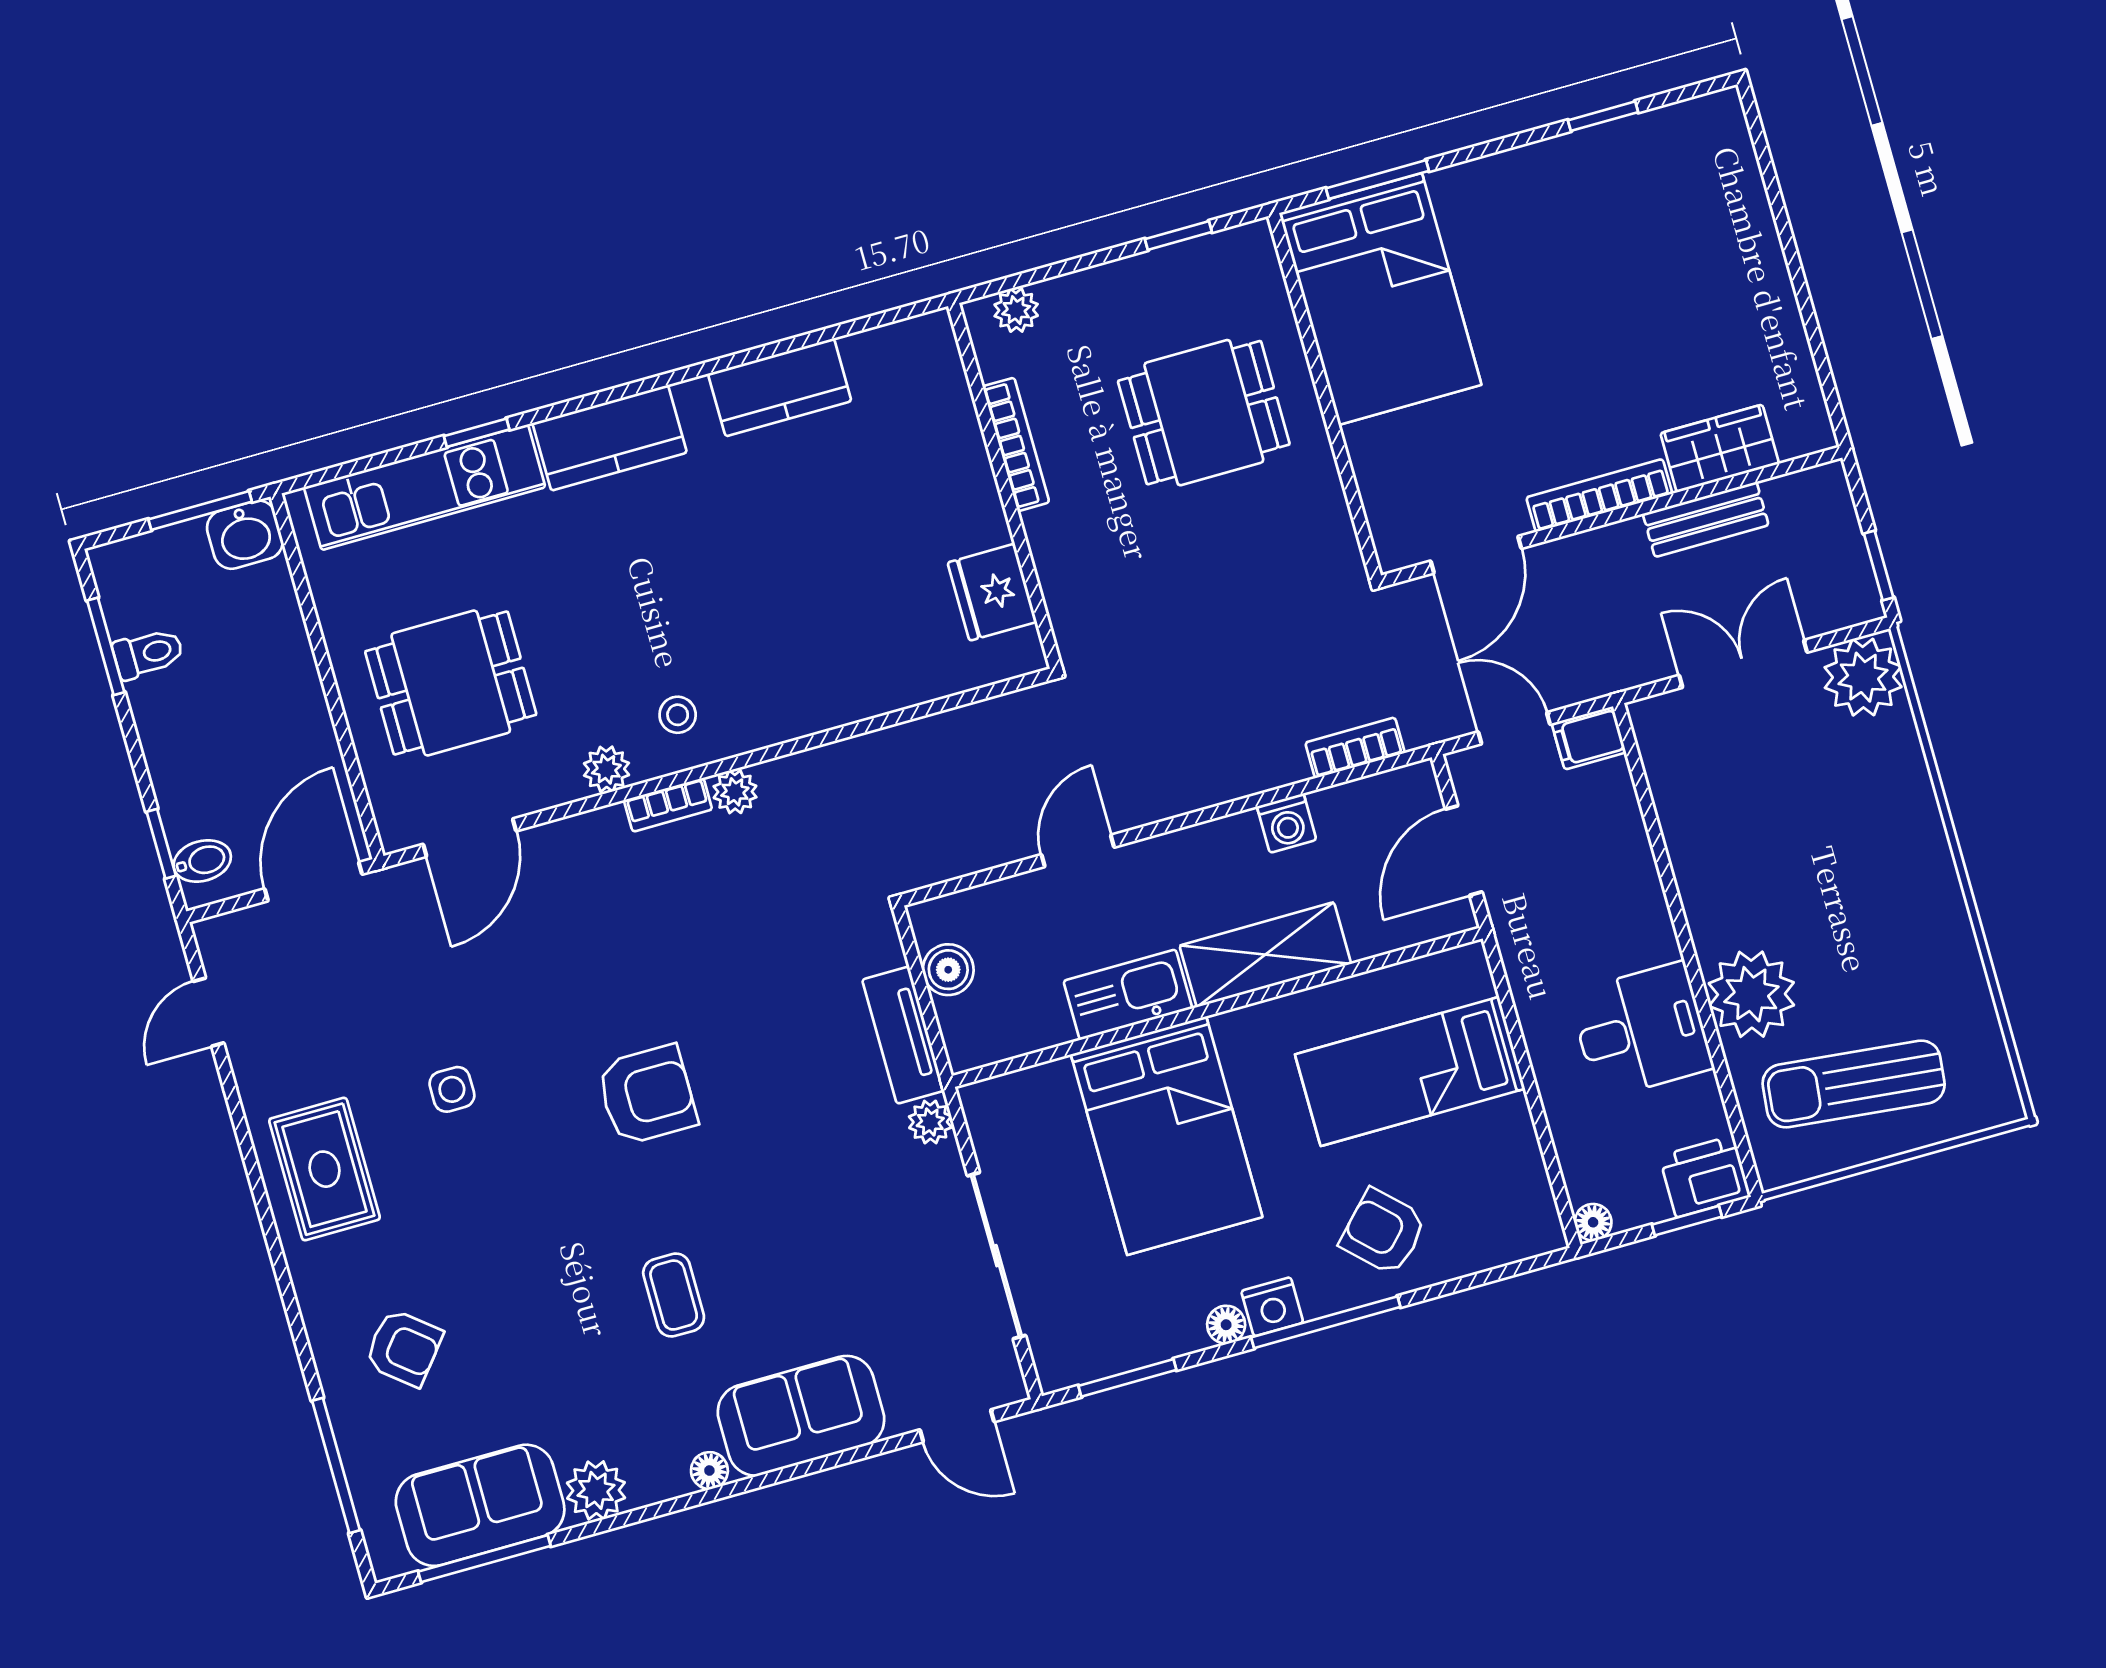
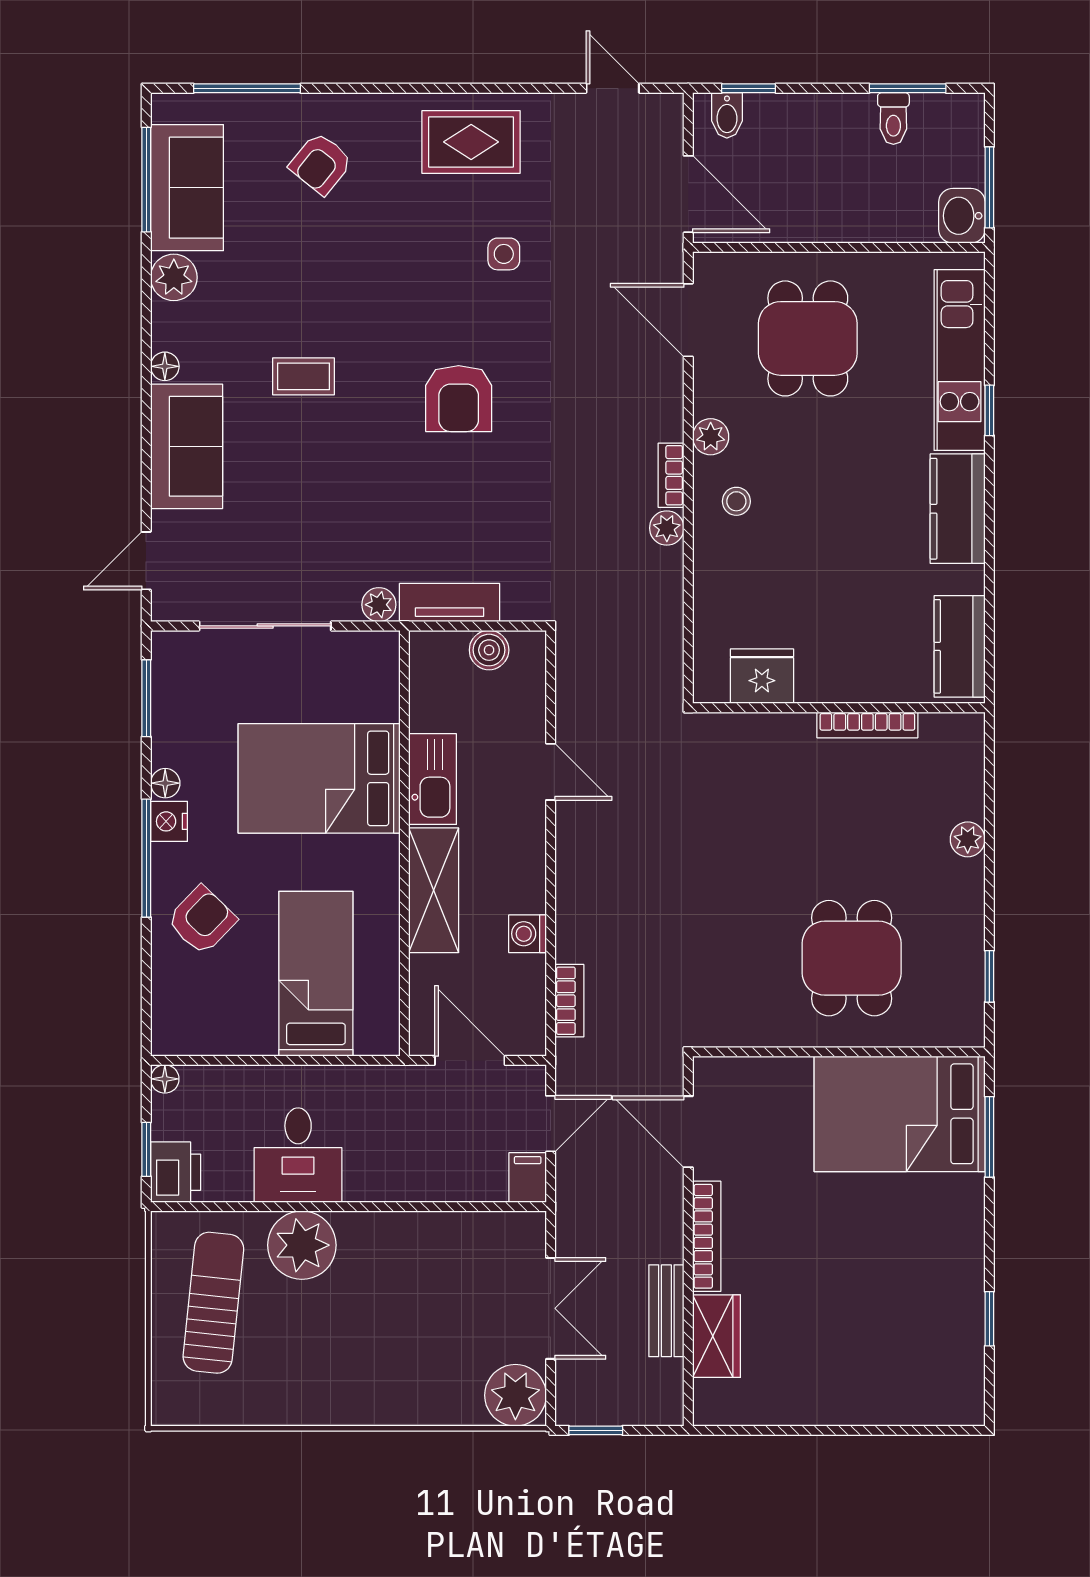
bookcase: (1016, 444) -> (867, 725), moved
wall: (1004, 486) -> (839, 708), moved
fridge: (992, 592) -> (762, 676), moved

